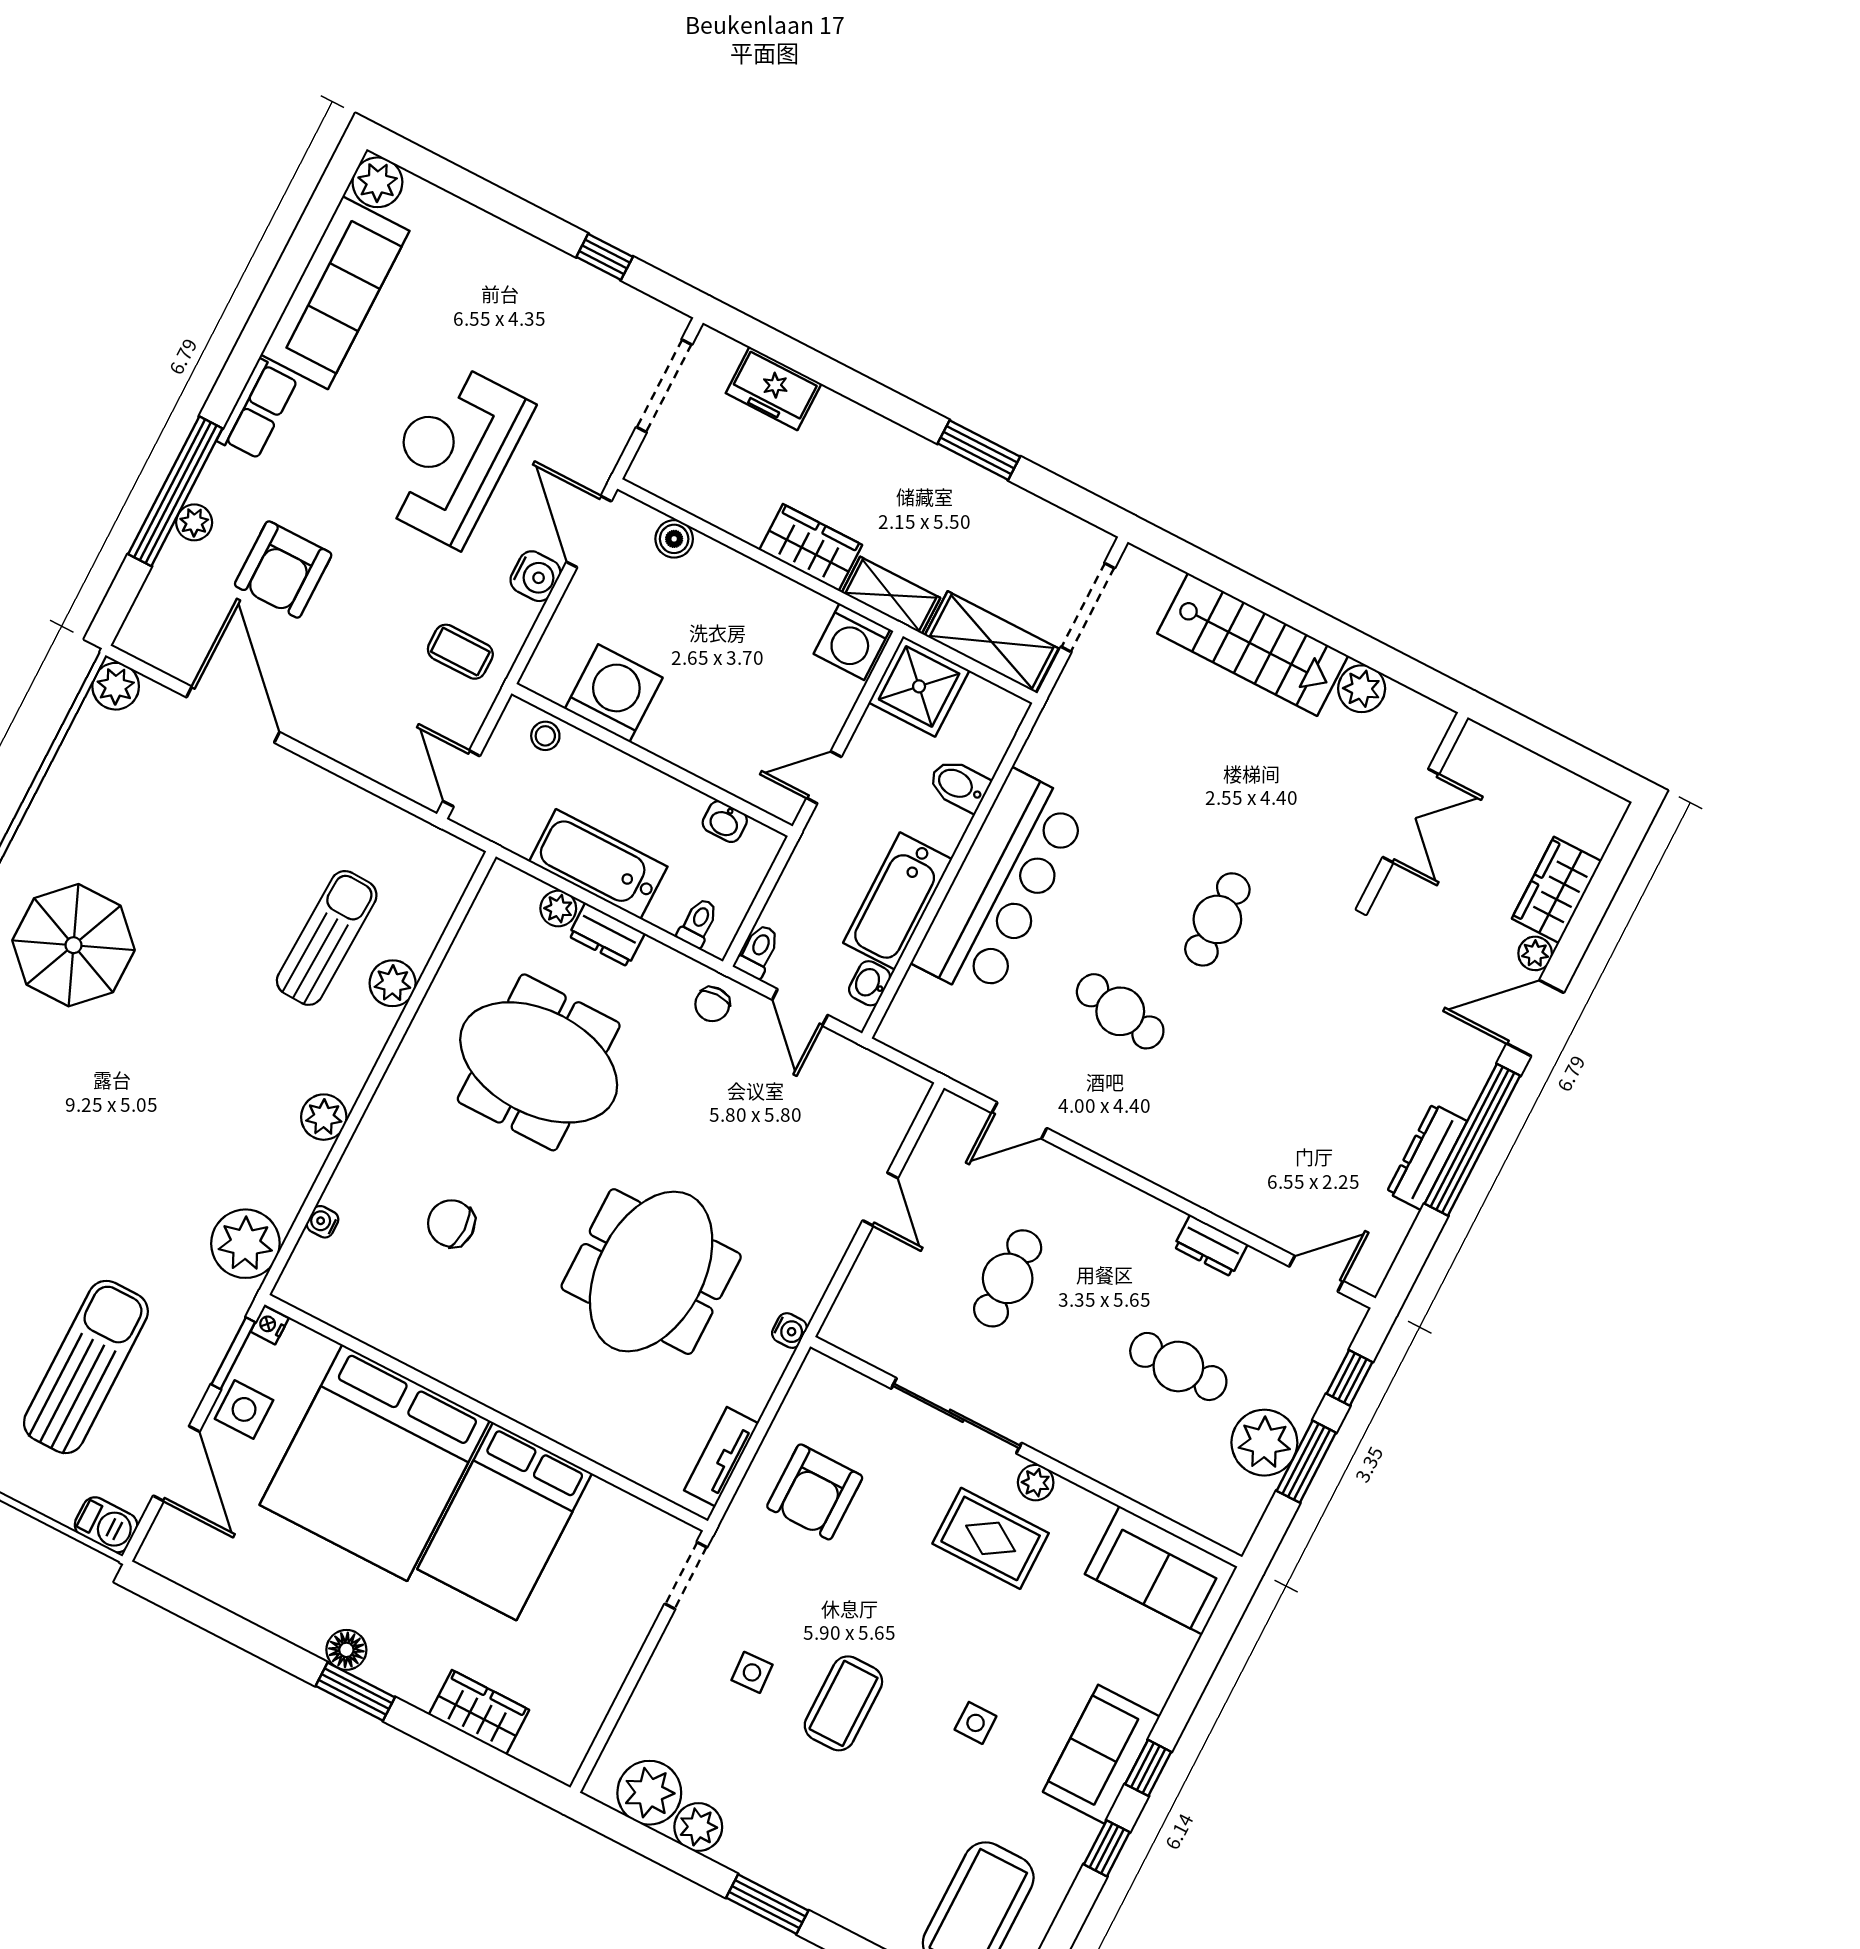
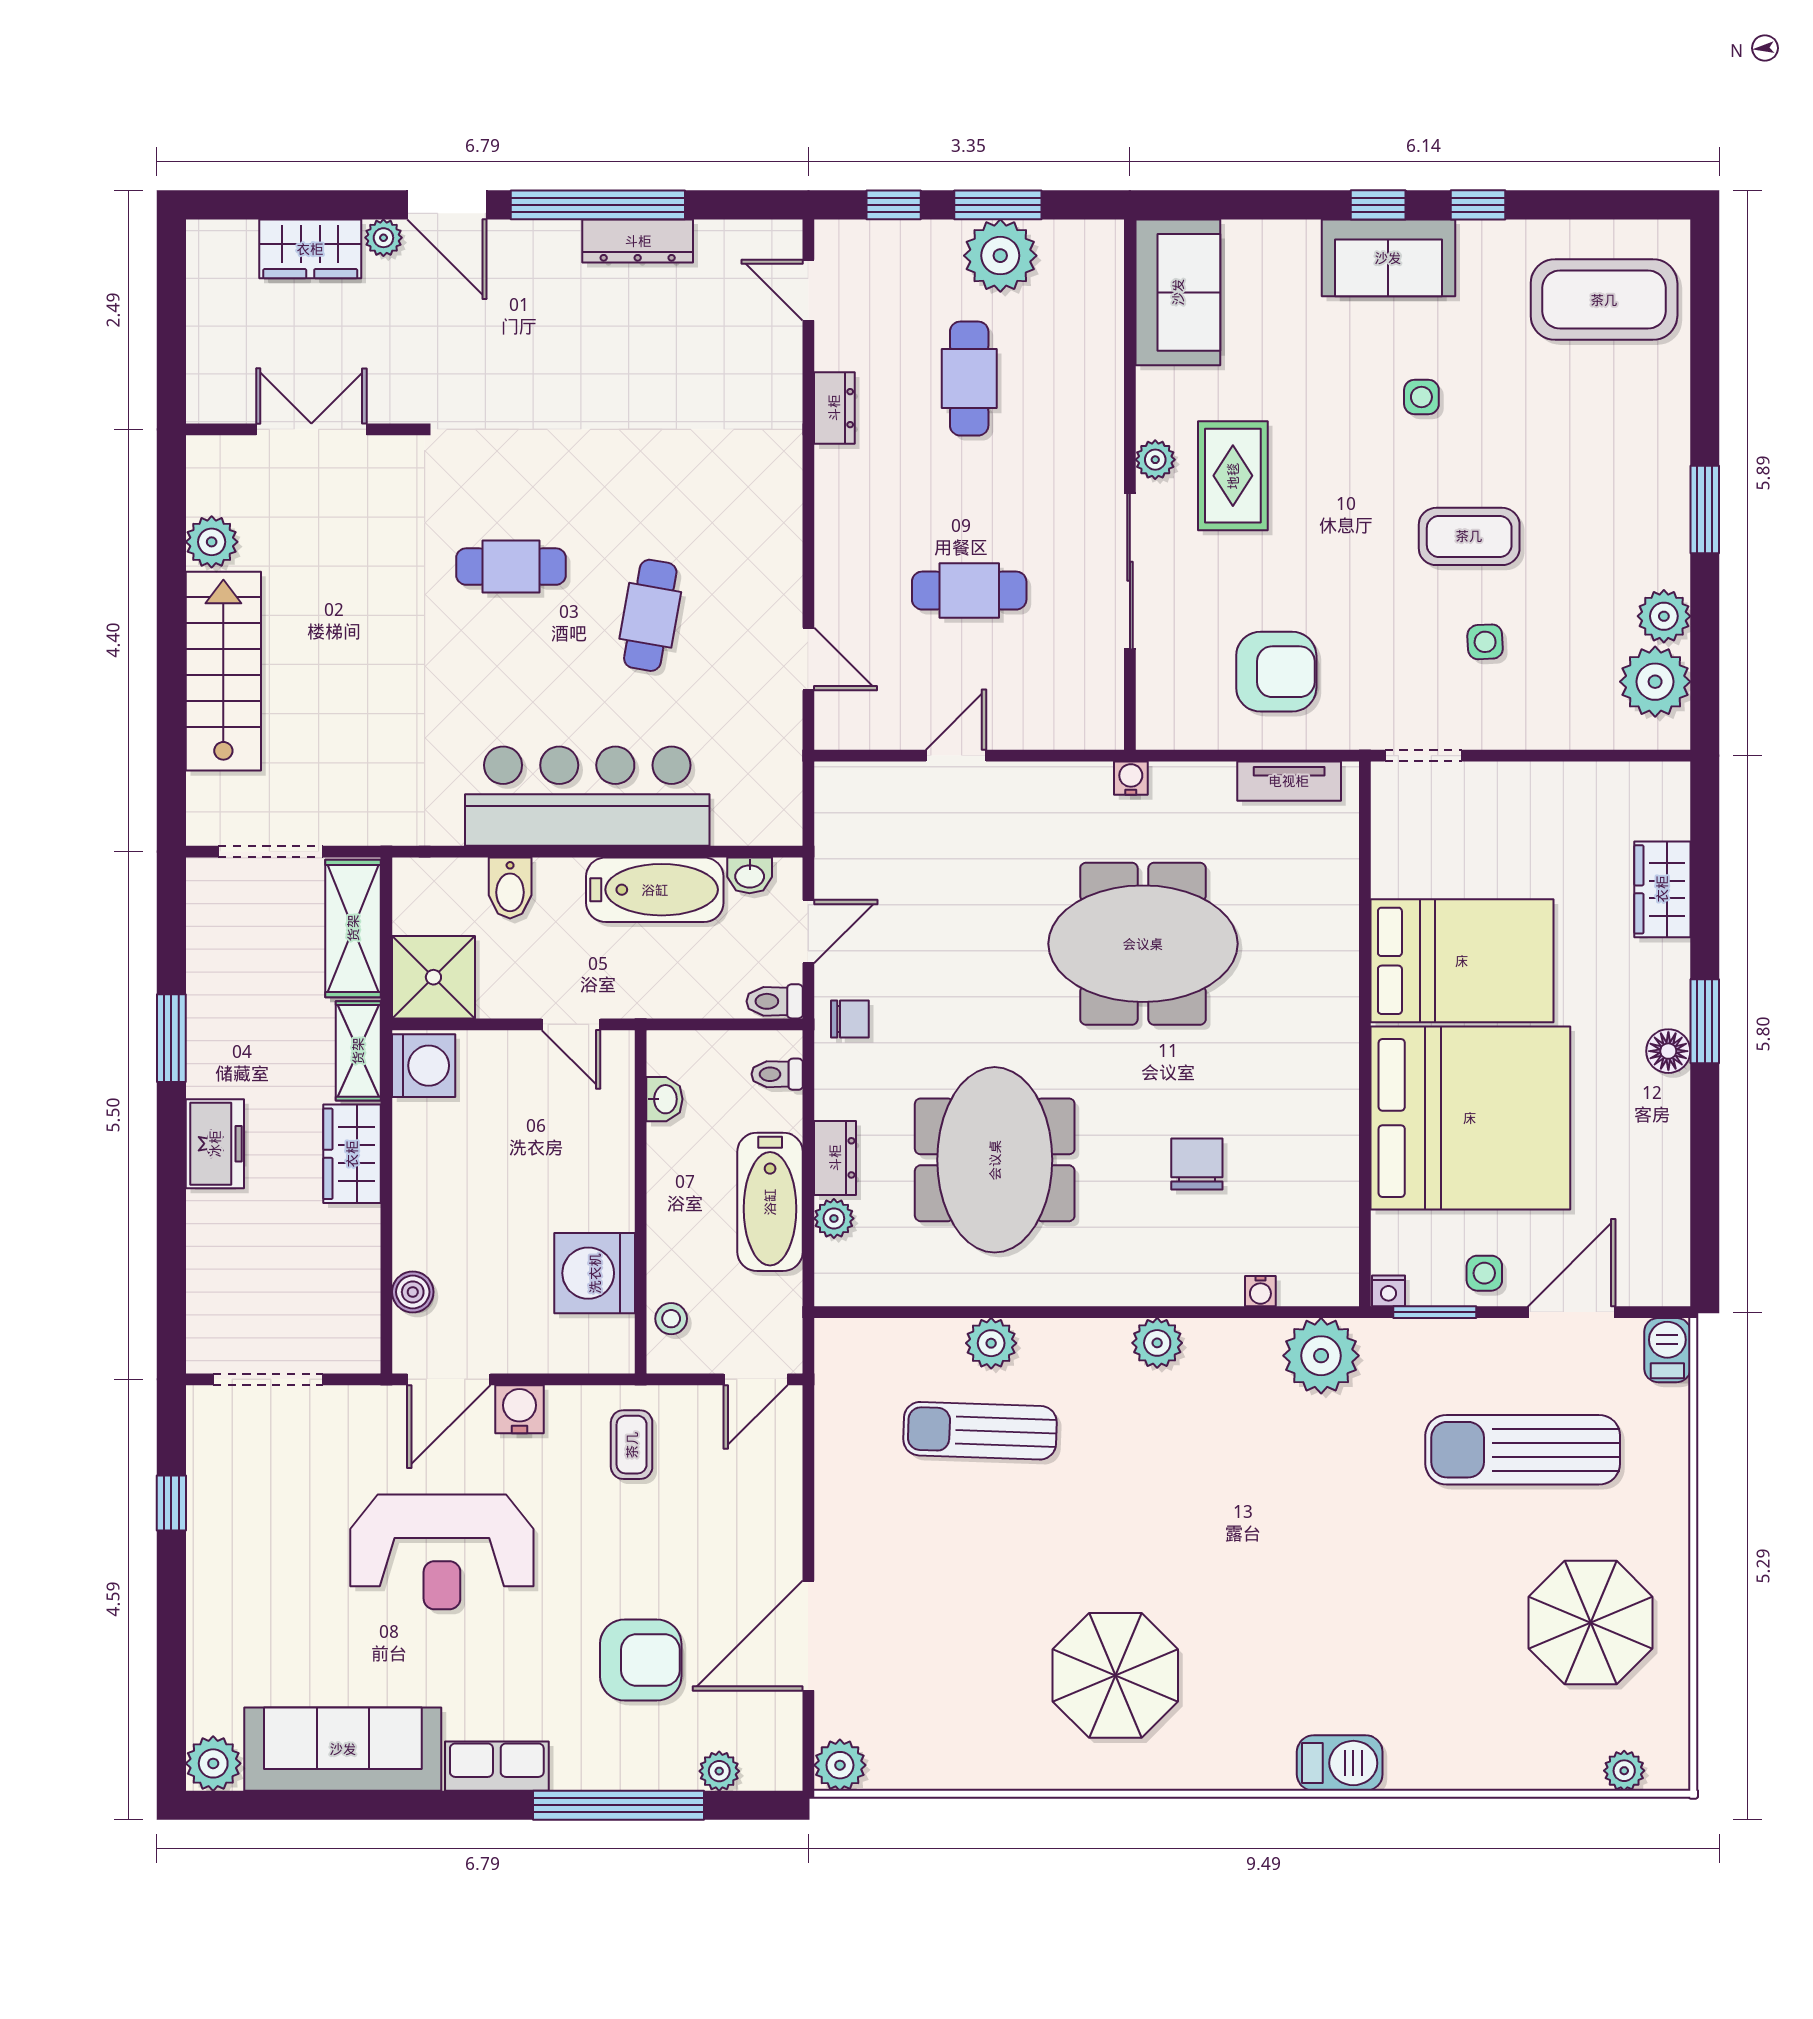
freezer: (774, 388) -> (215, 1144), moved
plant: (194, 522) -> (719, 1771), moved
chair: (451, 1223) -> (1197, 1164), turned 180
side table: (244, 1409) -> (1484, 1273), width x0.73, depth x0.73

